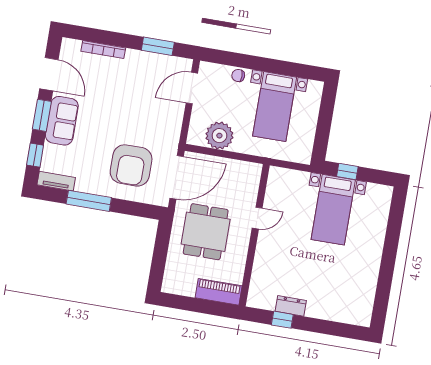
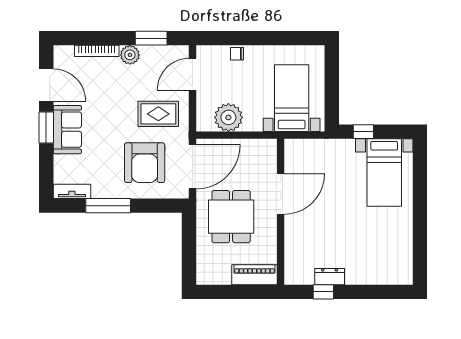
plant: (135, 59) -> (130, 55), added
bed with nightstands: (275, 107) -> (292, 98), moved, turned 180
rug: (152, 120) -> (158, 114), added
window: (35, 155) -> (46, 169), removed
bed with nightstands: (333, 210) -> (384, 172), moved
door: (257, 218) -> (281, 194), width x1.87

